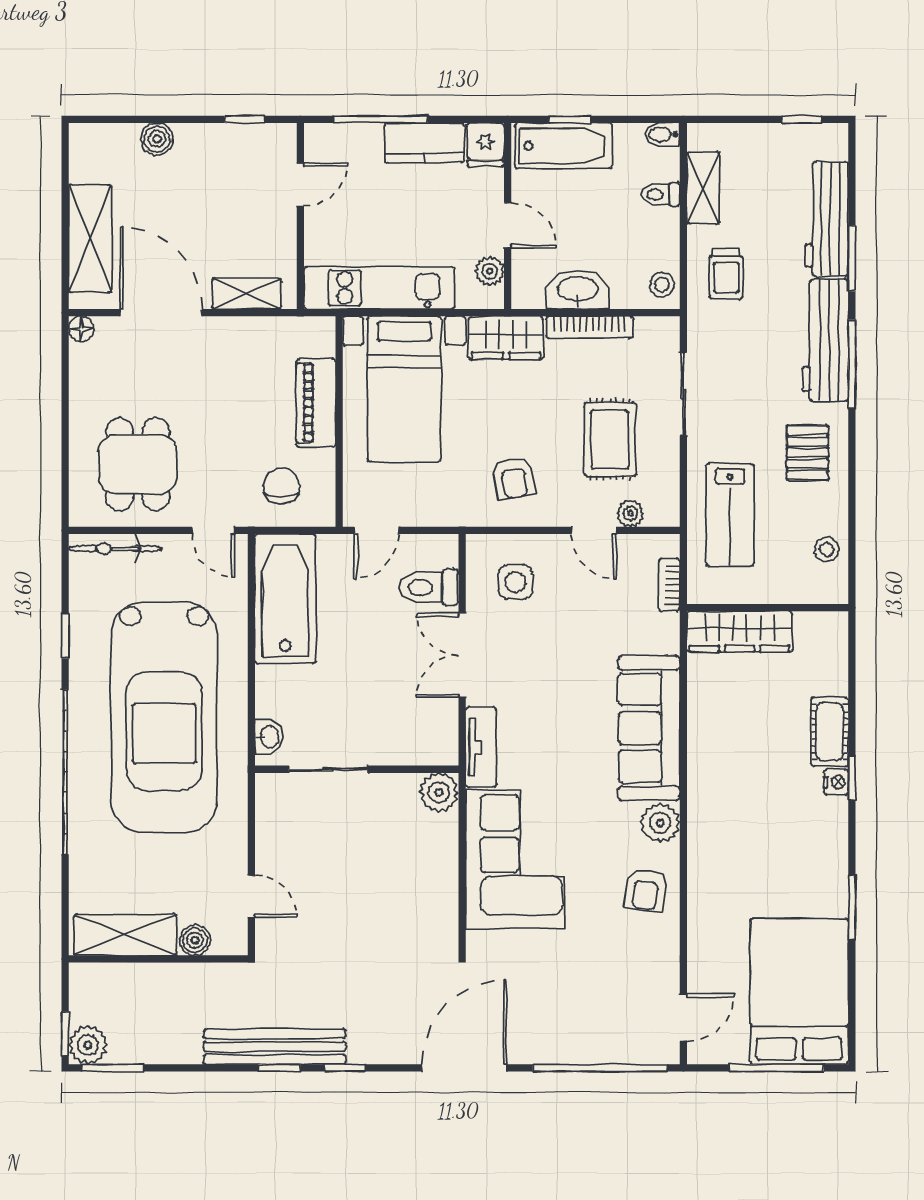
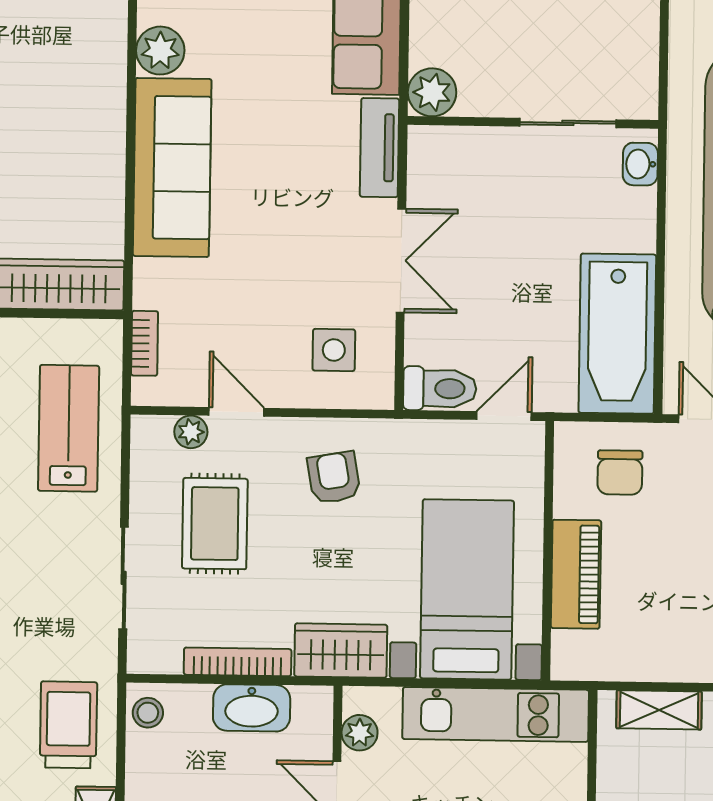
trolley: (726, 274) -> (68, 725), width x1.36, depth x1.39
toilet: (429, 587) -> (440, 389), moved

